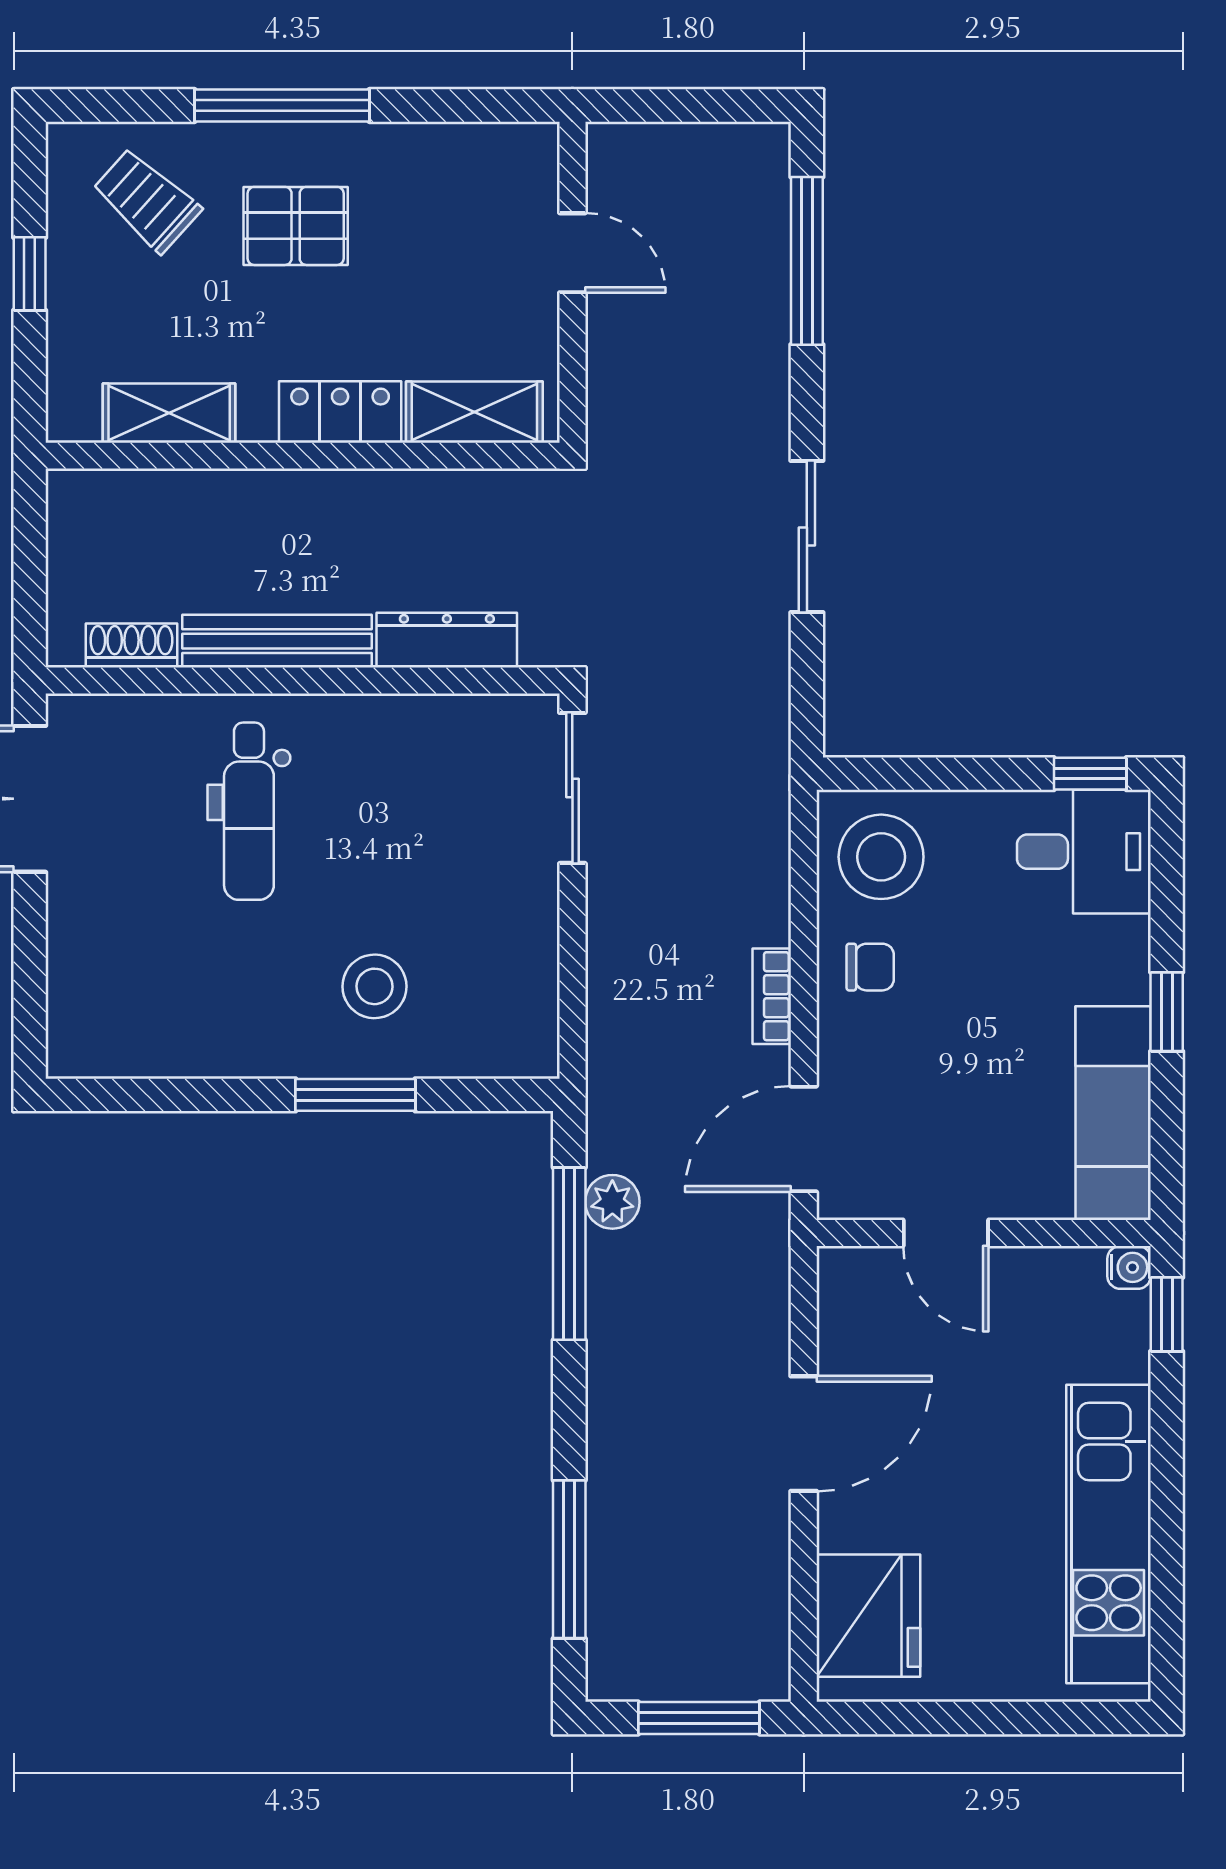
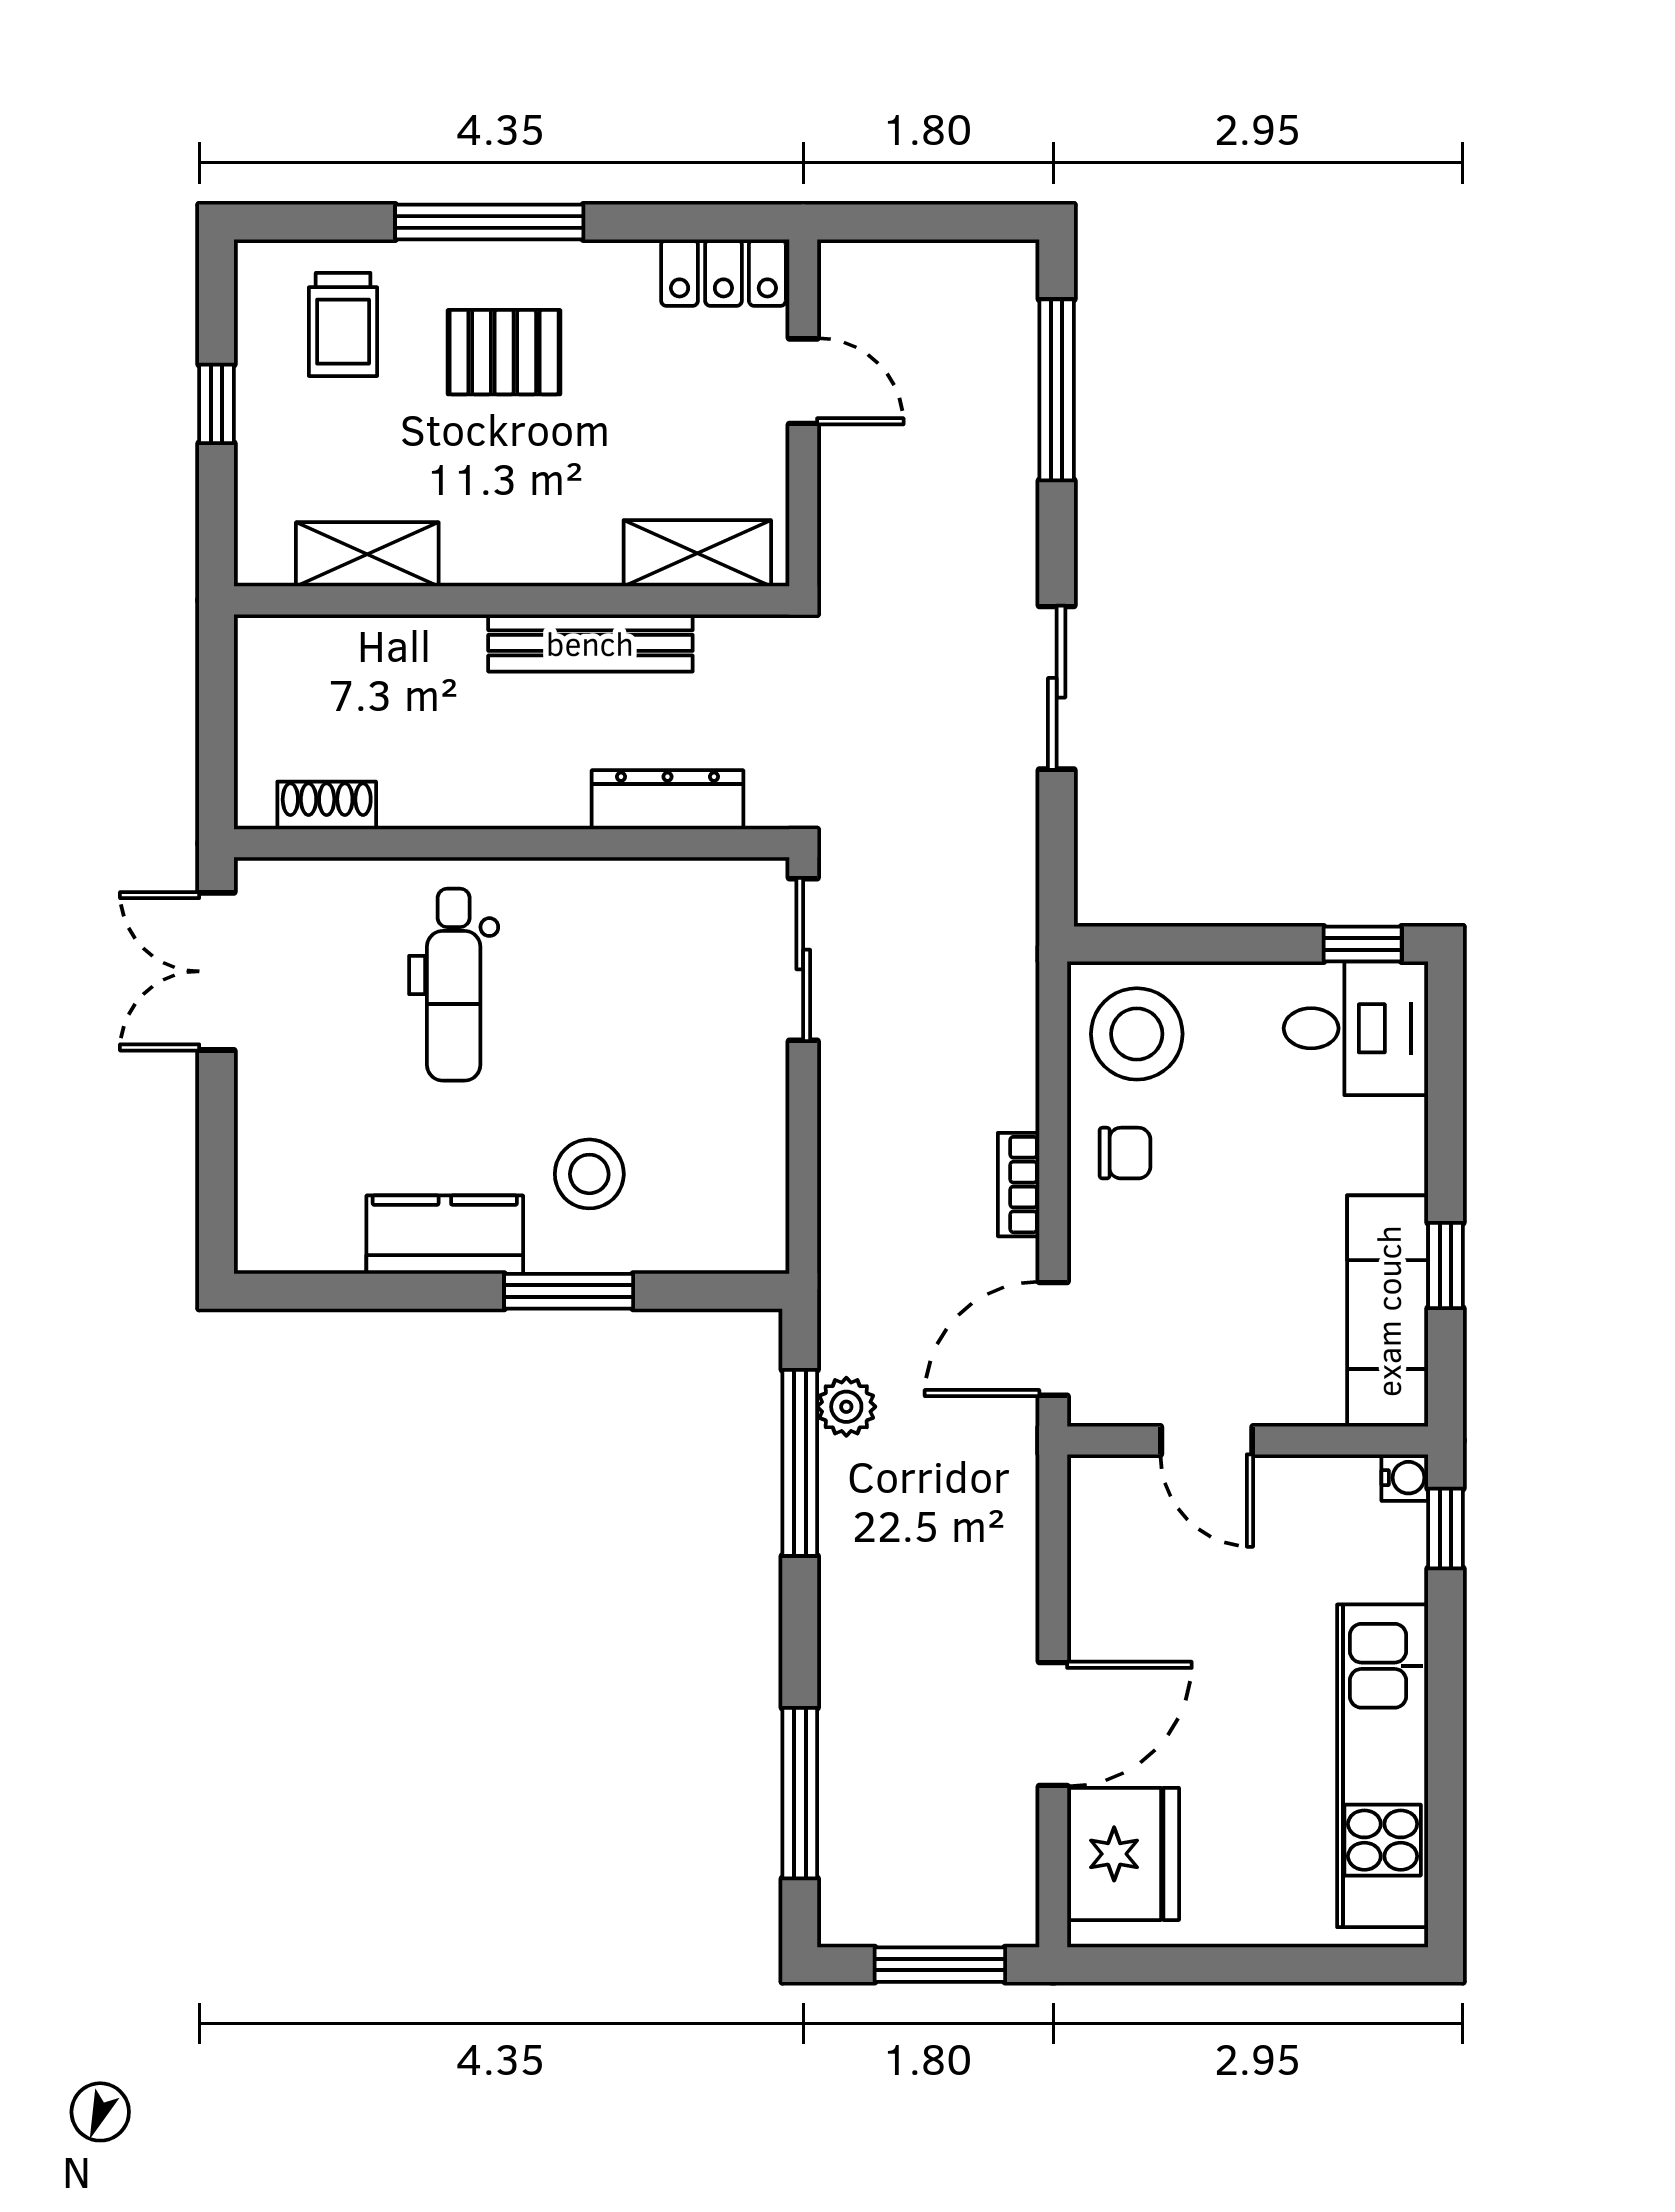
trolley: (147, 200) -> (343, 324), turned -132
locker: (340, 412) -> (723, 273), moved, turned 180
bench: (277, 641) -> (590, 643), moved
window: (1167, 1012) -> (1445, 1266), moved
kitchen counter: (241, 1043) -> (445, 1235), added
door: (804, 1434) -> (1053, 1724), moved

